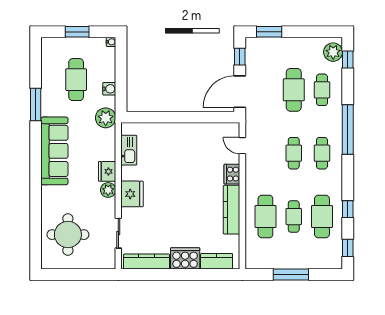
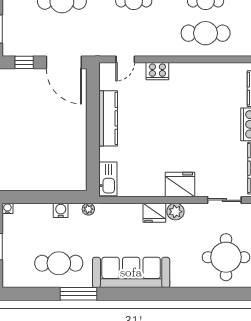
cafe table: (76, 80) -> (59, 263), moved
plant: (106, 118) -> (88, 209), width x0.53, depth x0.53
kitchen sink: (129, 150) -> (108, 179), moved, turned 90
kitchen counter: (232, 210) -> (108, 118), moved, turned -90

